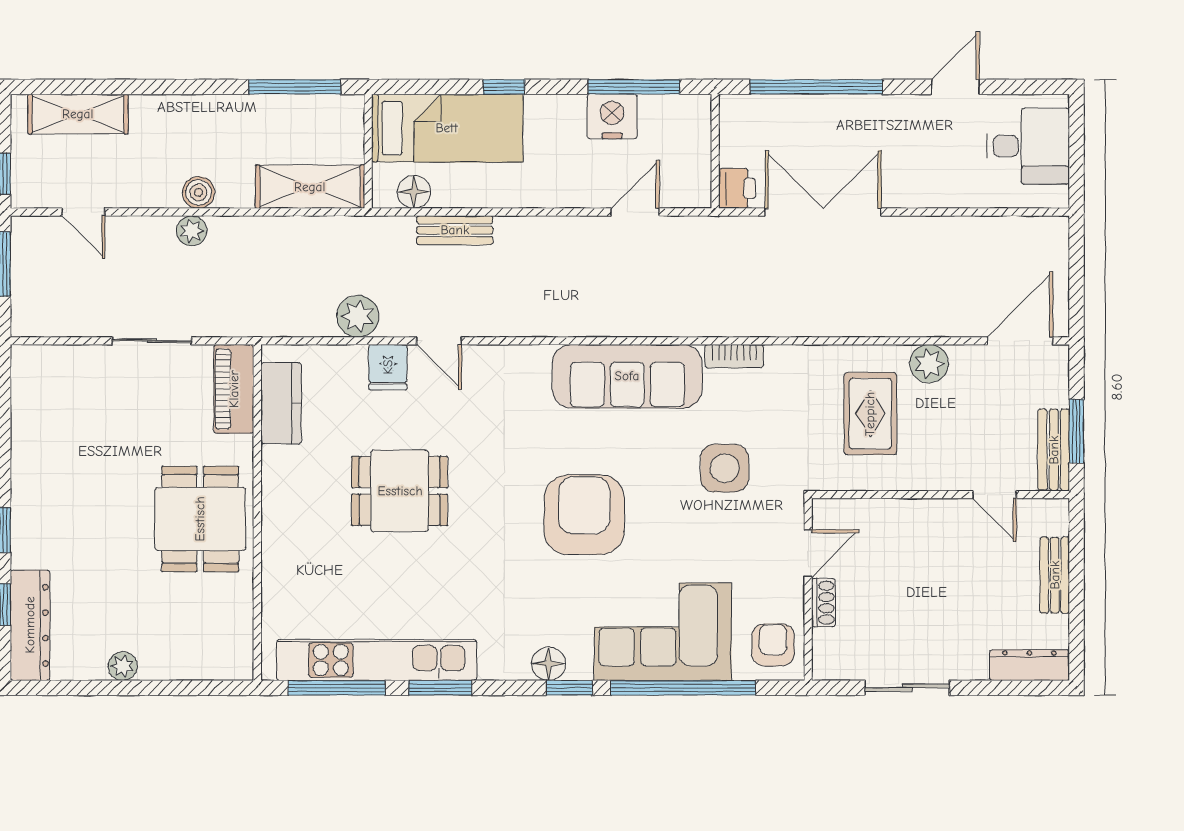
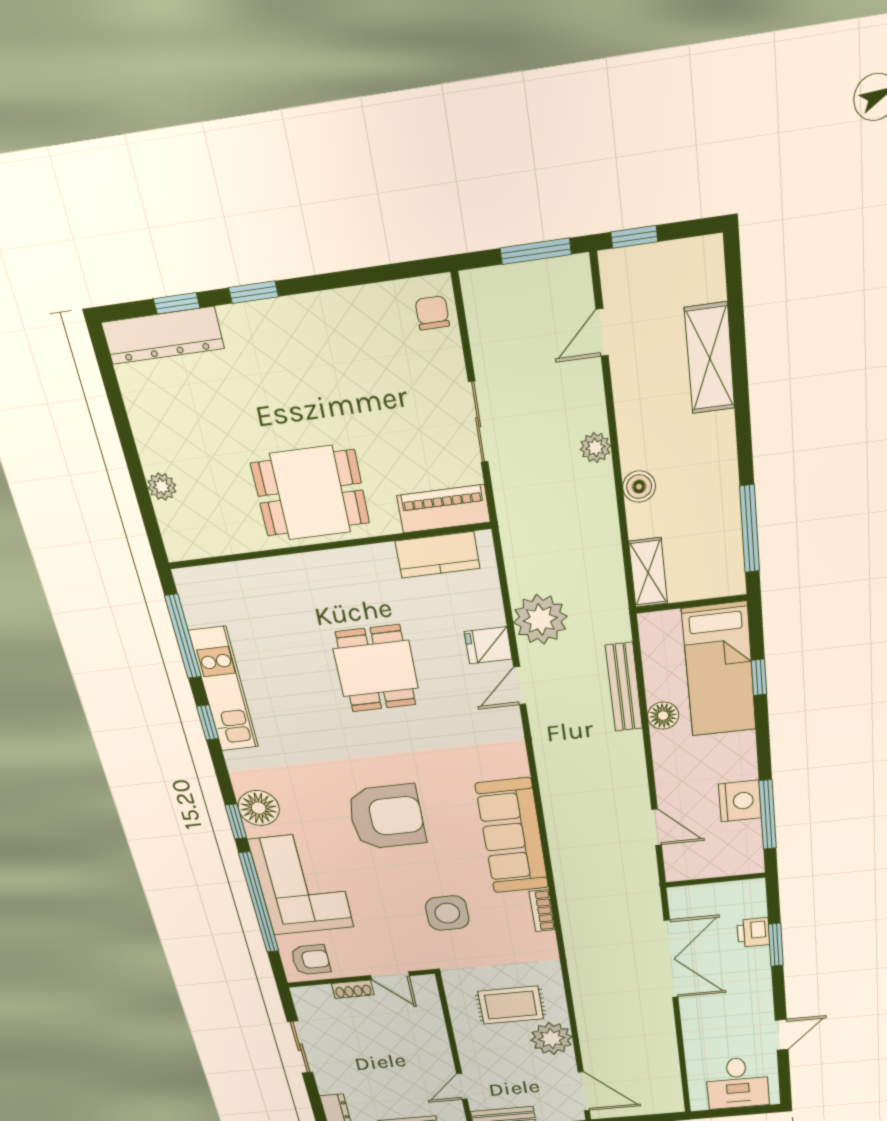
window: (504, 87) -> (759, 677), moved
window: (816, 87) -> (776, 945), width x0.47
door: (955, 87) -> (782, 1035), hinge flipped
shelving: (78, 114) -> (710, 358), moved
shelving: (310, 187) -> (648, 573), width x0.67, depth x0.75
printer: (737, 188) -> (753, 932), moved, turned 90
boiler: (199, 192) -> (639, 487), moved
floor lamp: (414, 192) -> (663, 716), moved
bench: (455, 230) -> (624, 687), width x1.36
plant: (358, 316) -> (540, 619), width x1.36, depth x1.36
plant: (929, 364) -> (551, 1039), width x1.36, depth x1.36
chair: (44, 367) -> (432, 313), added
kitchen unit: (377, 660) -> (224, 690), width x0.73
floor lamp: (549, 664) -> (259, 808), width x1.38, depth x1.38
plant: (123, 666) -> (162, 487), moved
window: (440, 688) -> (208, 722), width x0.67

